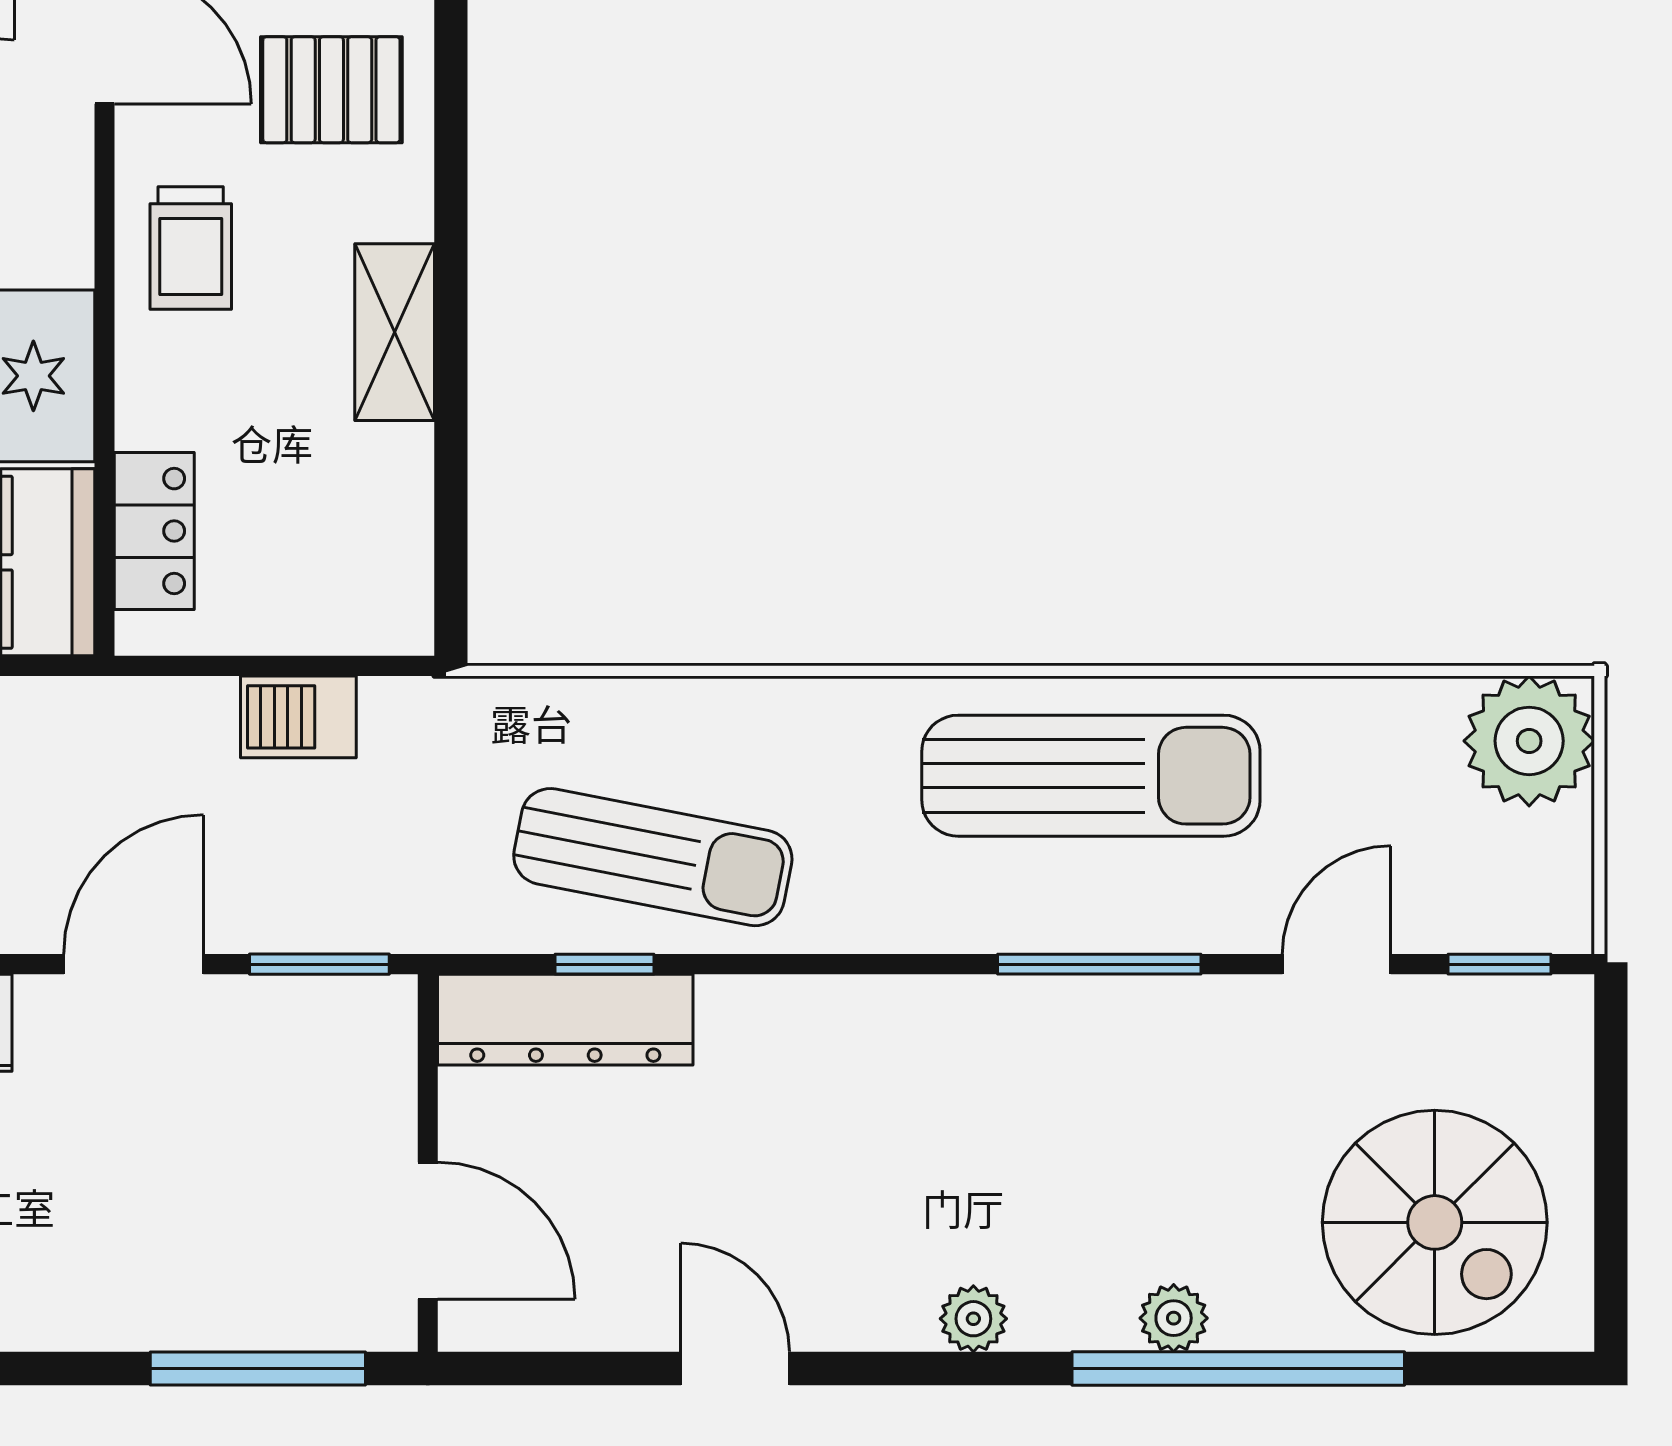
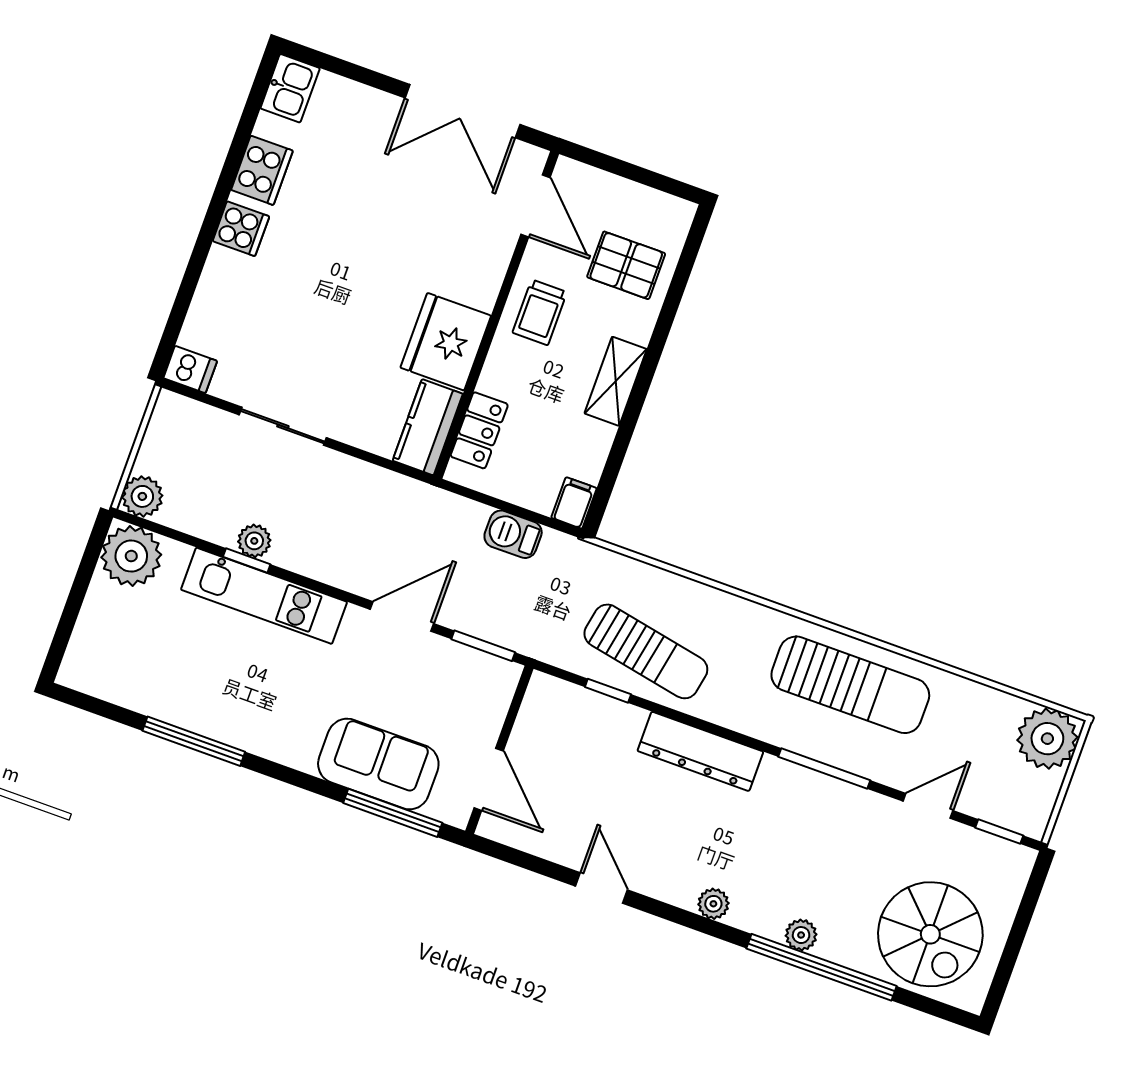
filing cabinet: (399, 609) -> (574, 503), added
dresser: (565, 1020) -> (700, 751), moved
sofa: (193, 1280) -> (378, 764), added

